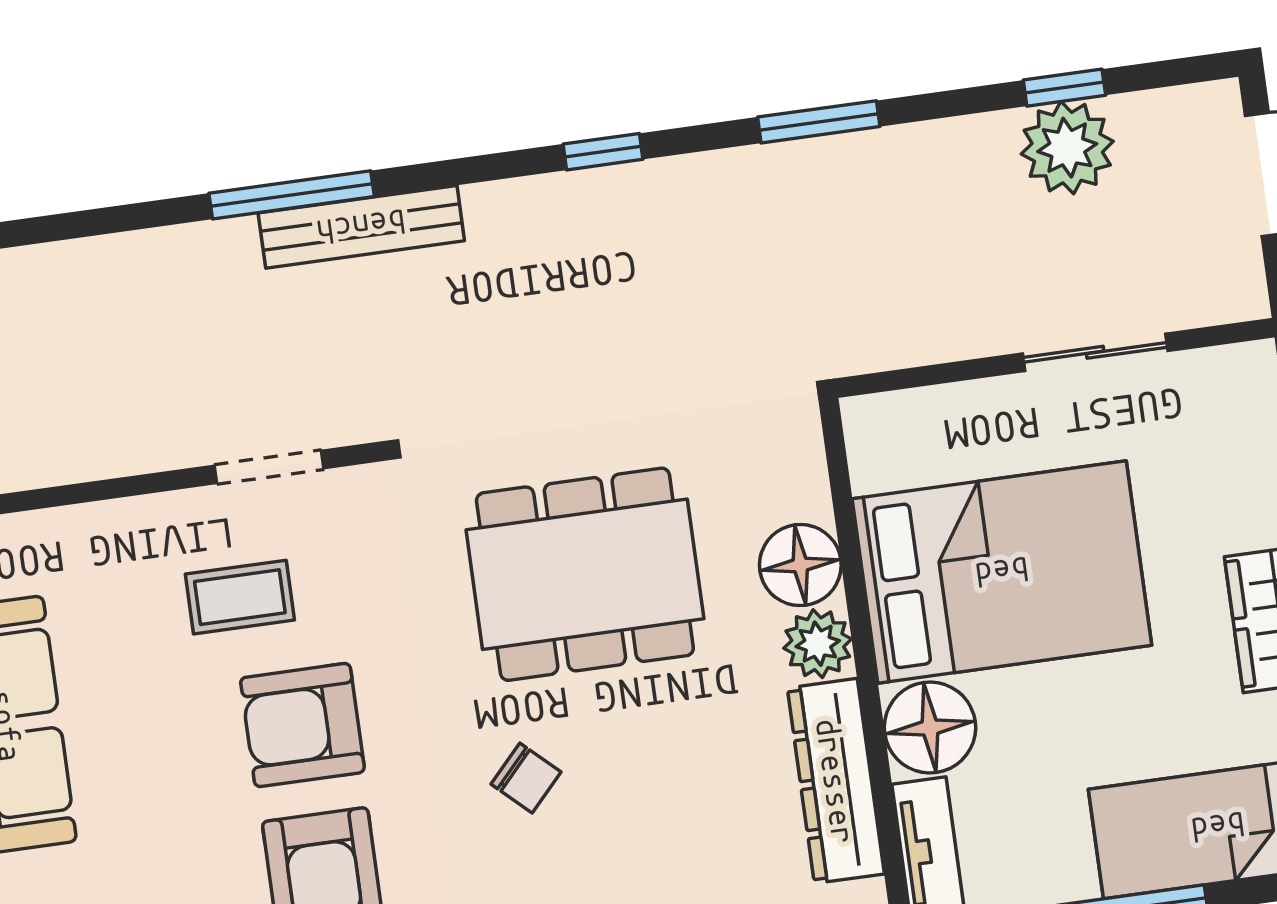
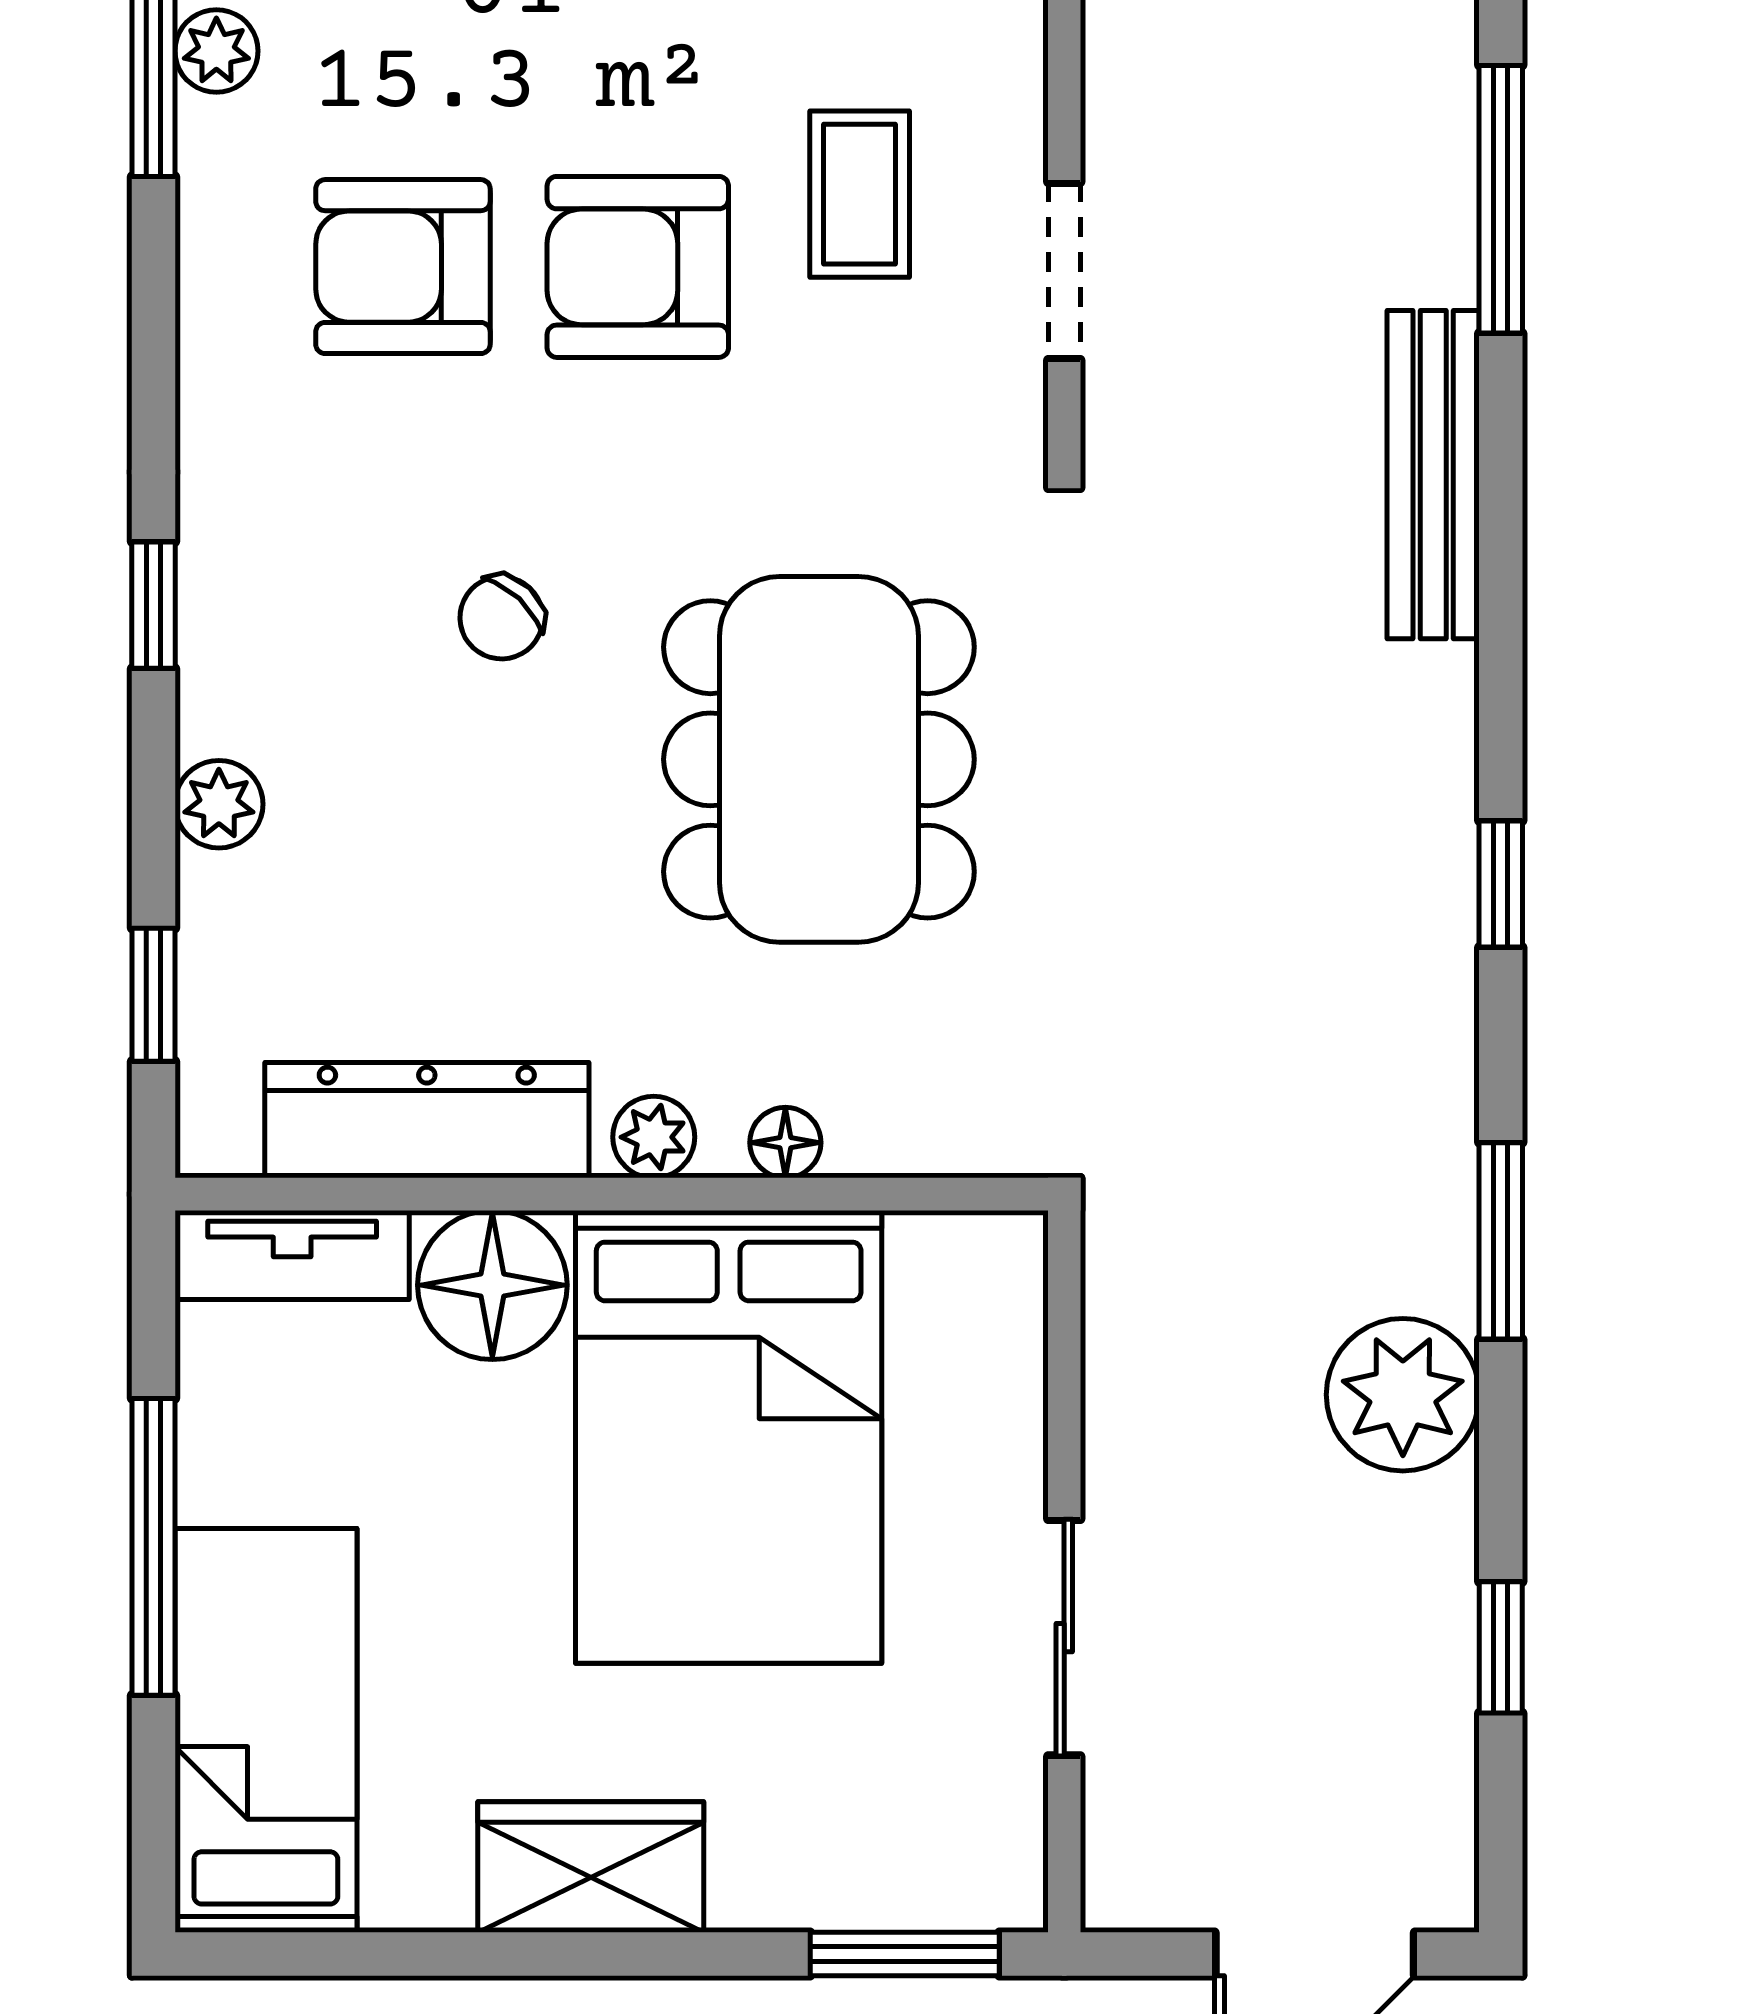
plant: (1067, 148) -> (1403, 1395), moved
window: (292, 195) -> (1501, 199), moved
floor lamp: (800, 565) -> (785, 1143), width x0.53, depth x0.53
plant: (818, 644) -> (654, 1137), width x0.73, depth x0.73
armchair: (302, 725) -> (638, 267), turned -90

